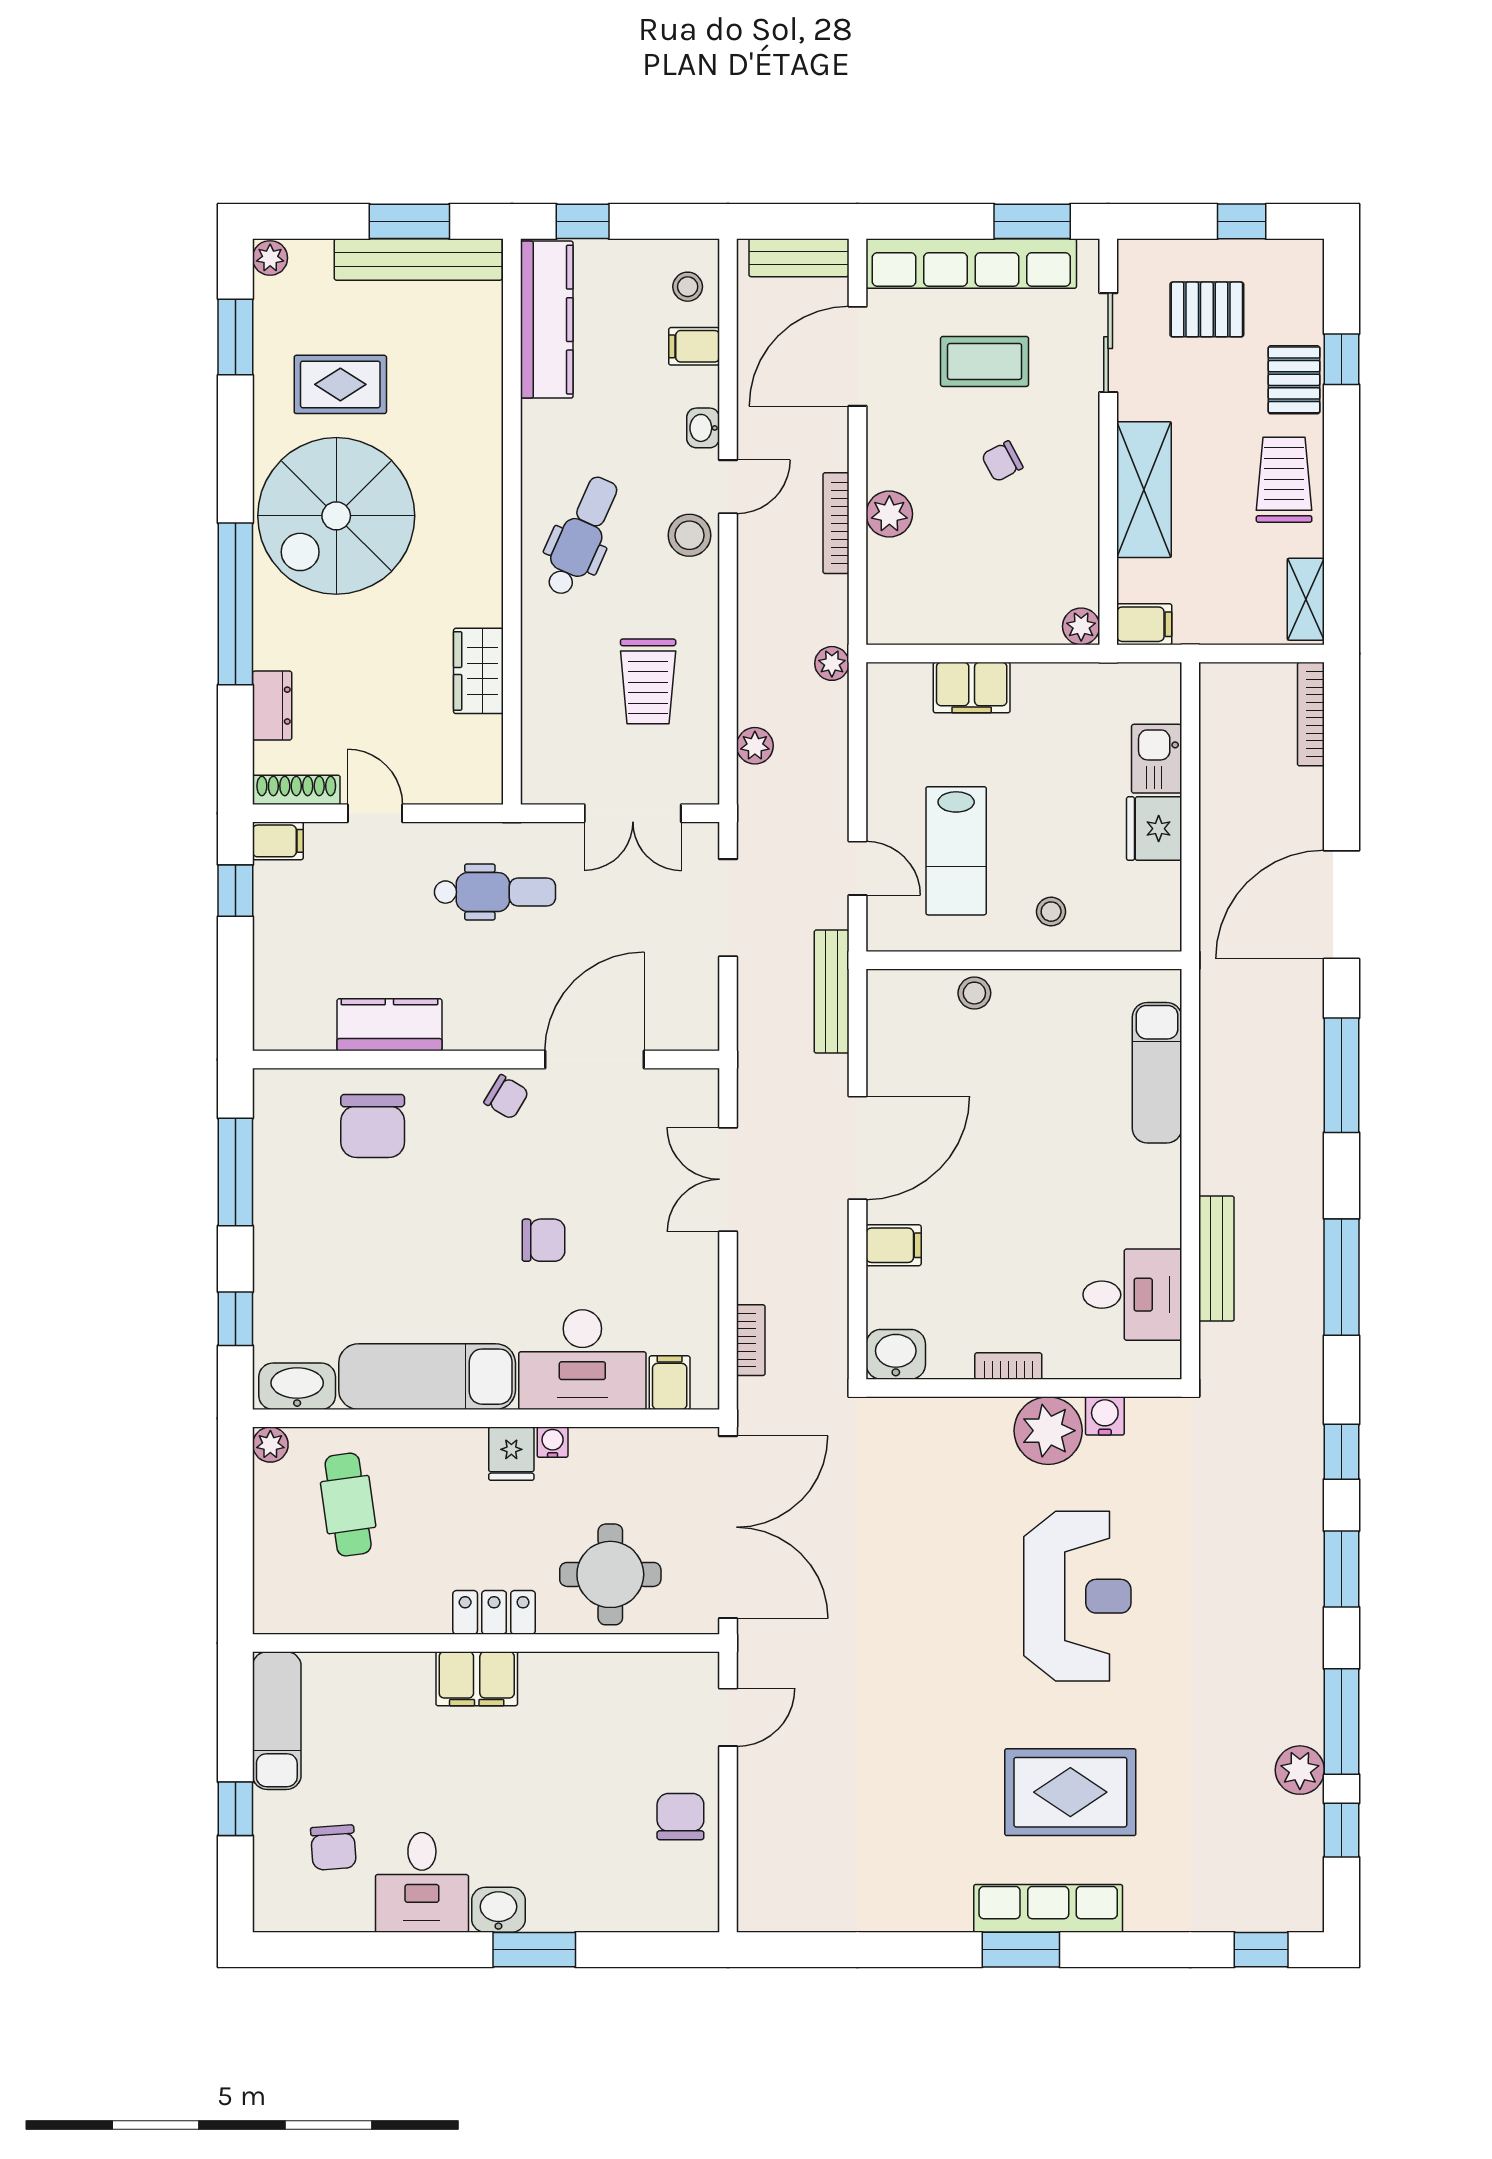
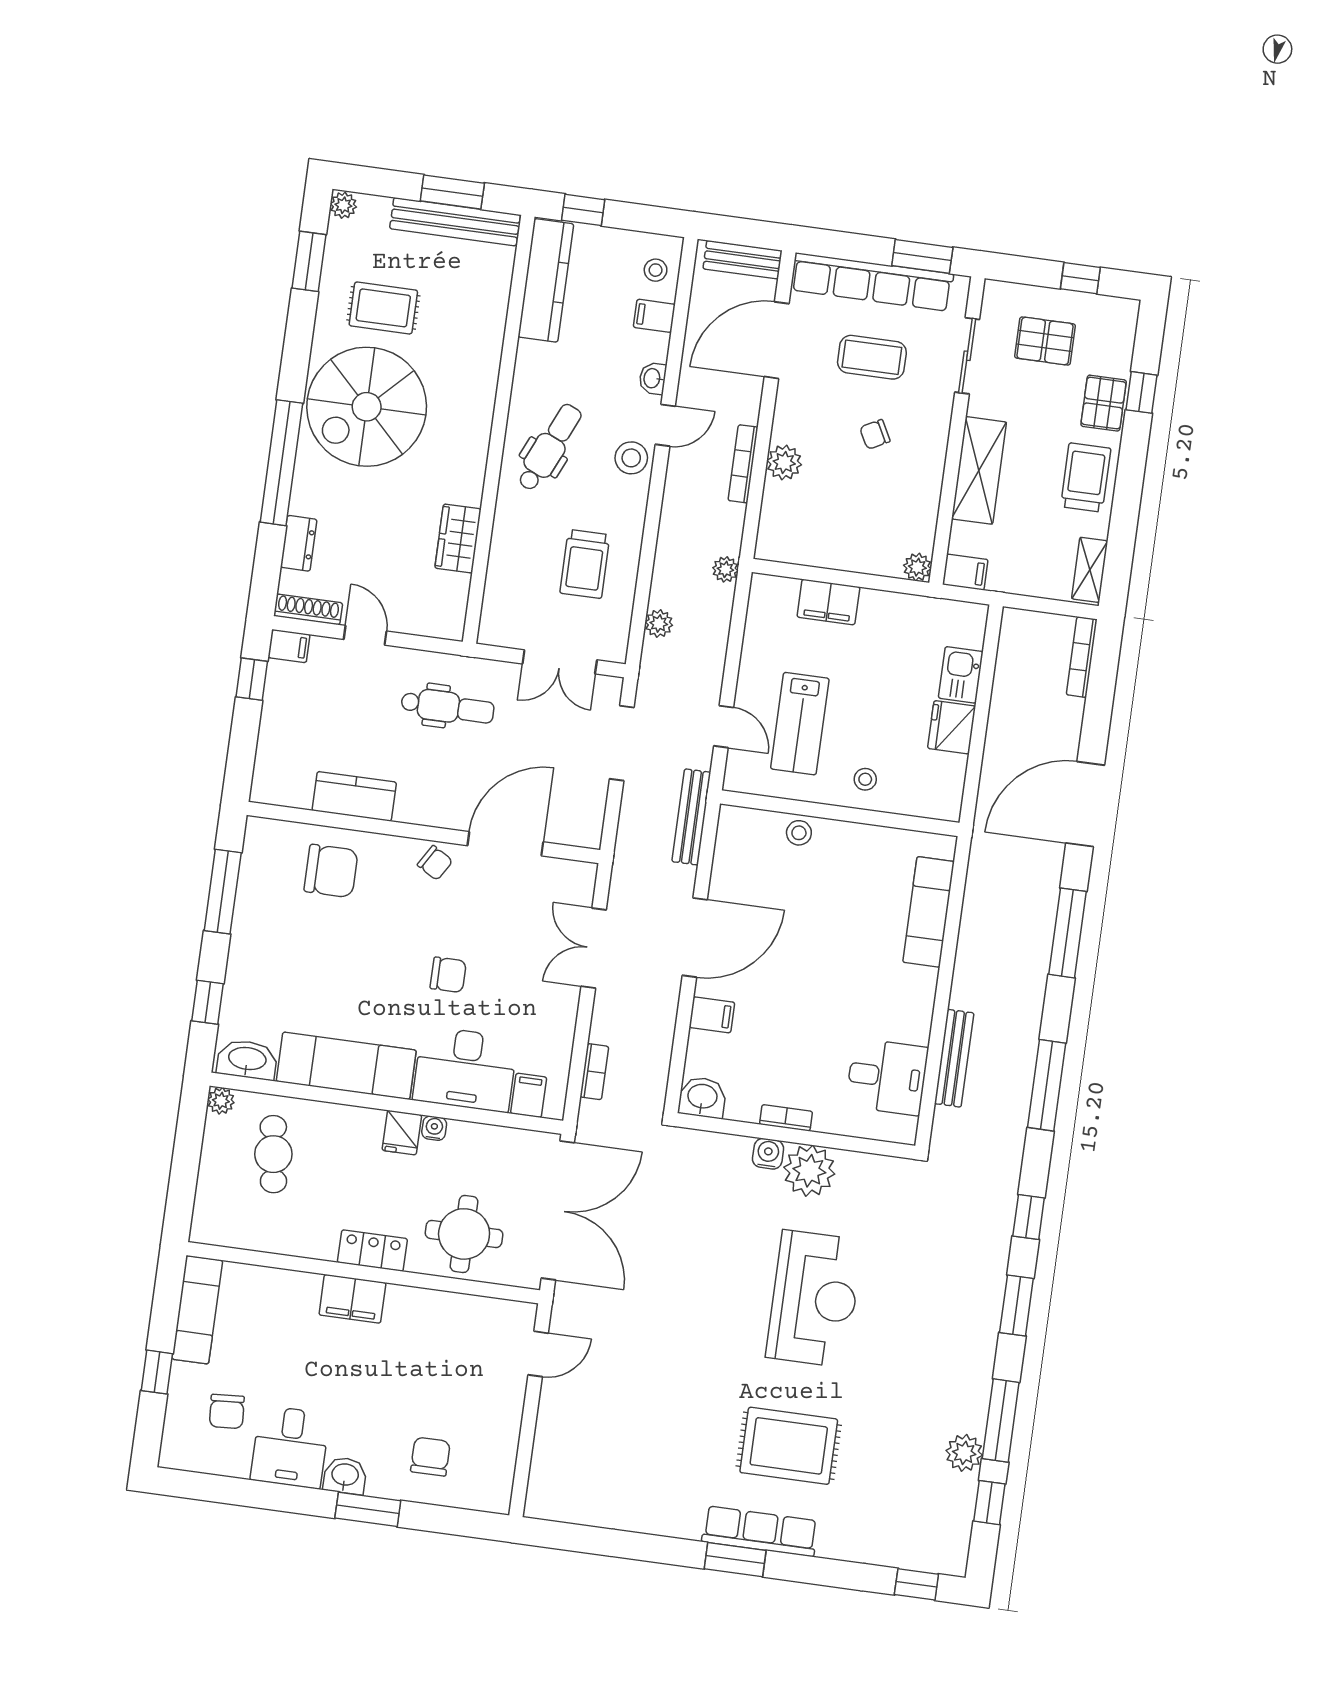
chair: (373, 1126) -> (331, 871), turned -90
water cooler: (1105, 1416) -> (768, 1154), moved
chair: (680, 1817) -> (430, 1457), moved

